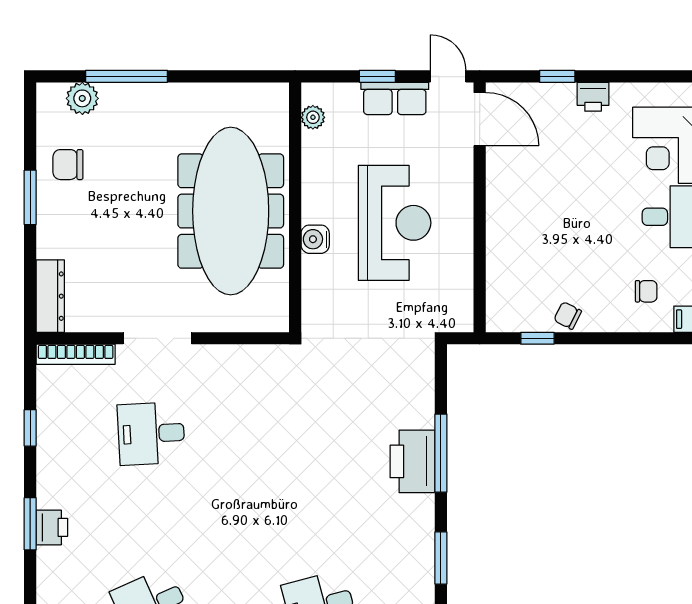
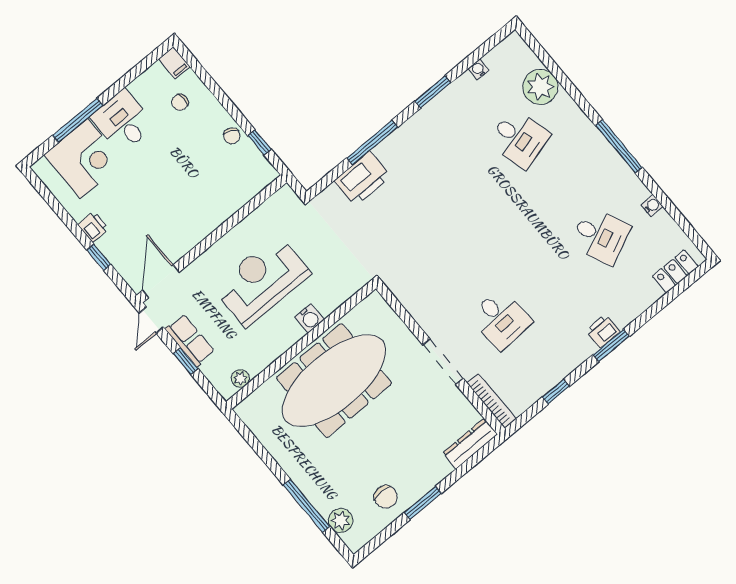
chair: (646, 291) -> (180, 102), turned -90
printer: (413, 461) -> (362, 179), moved

